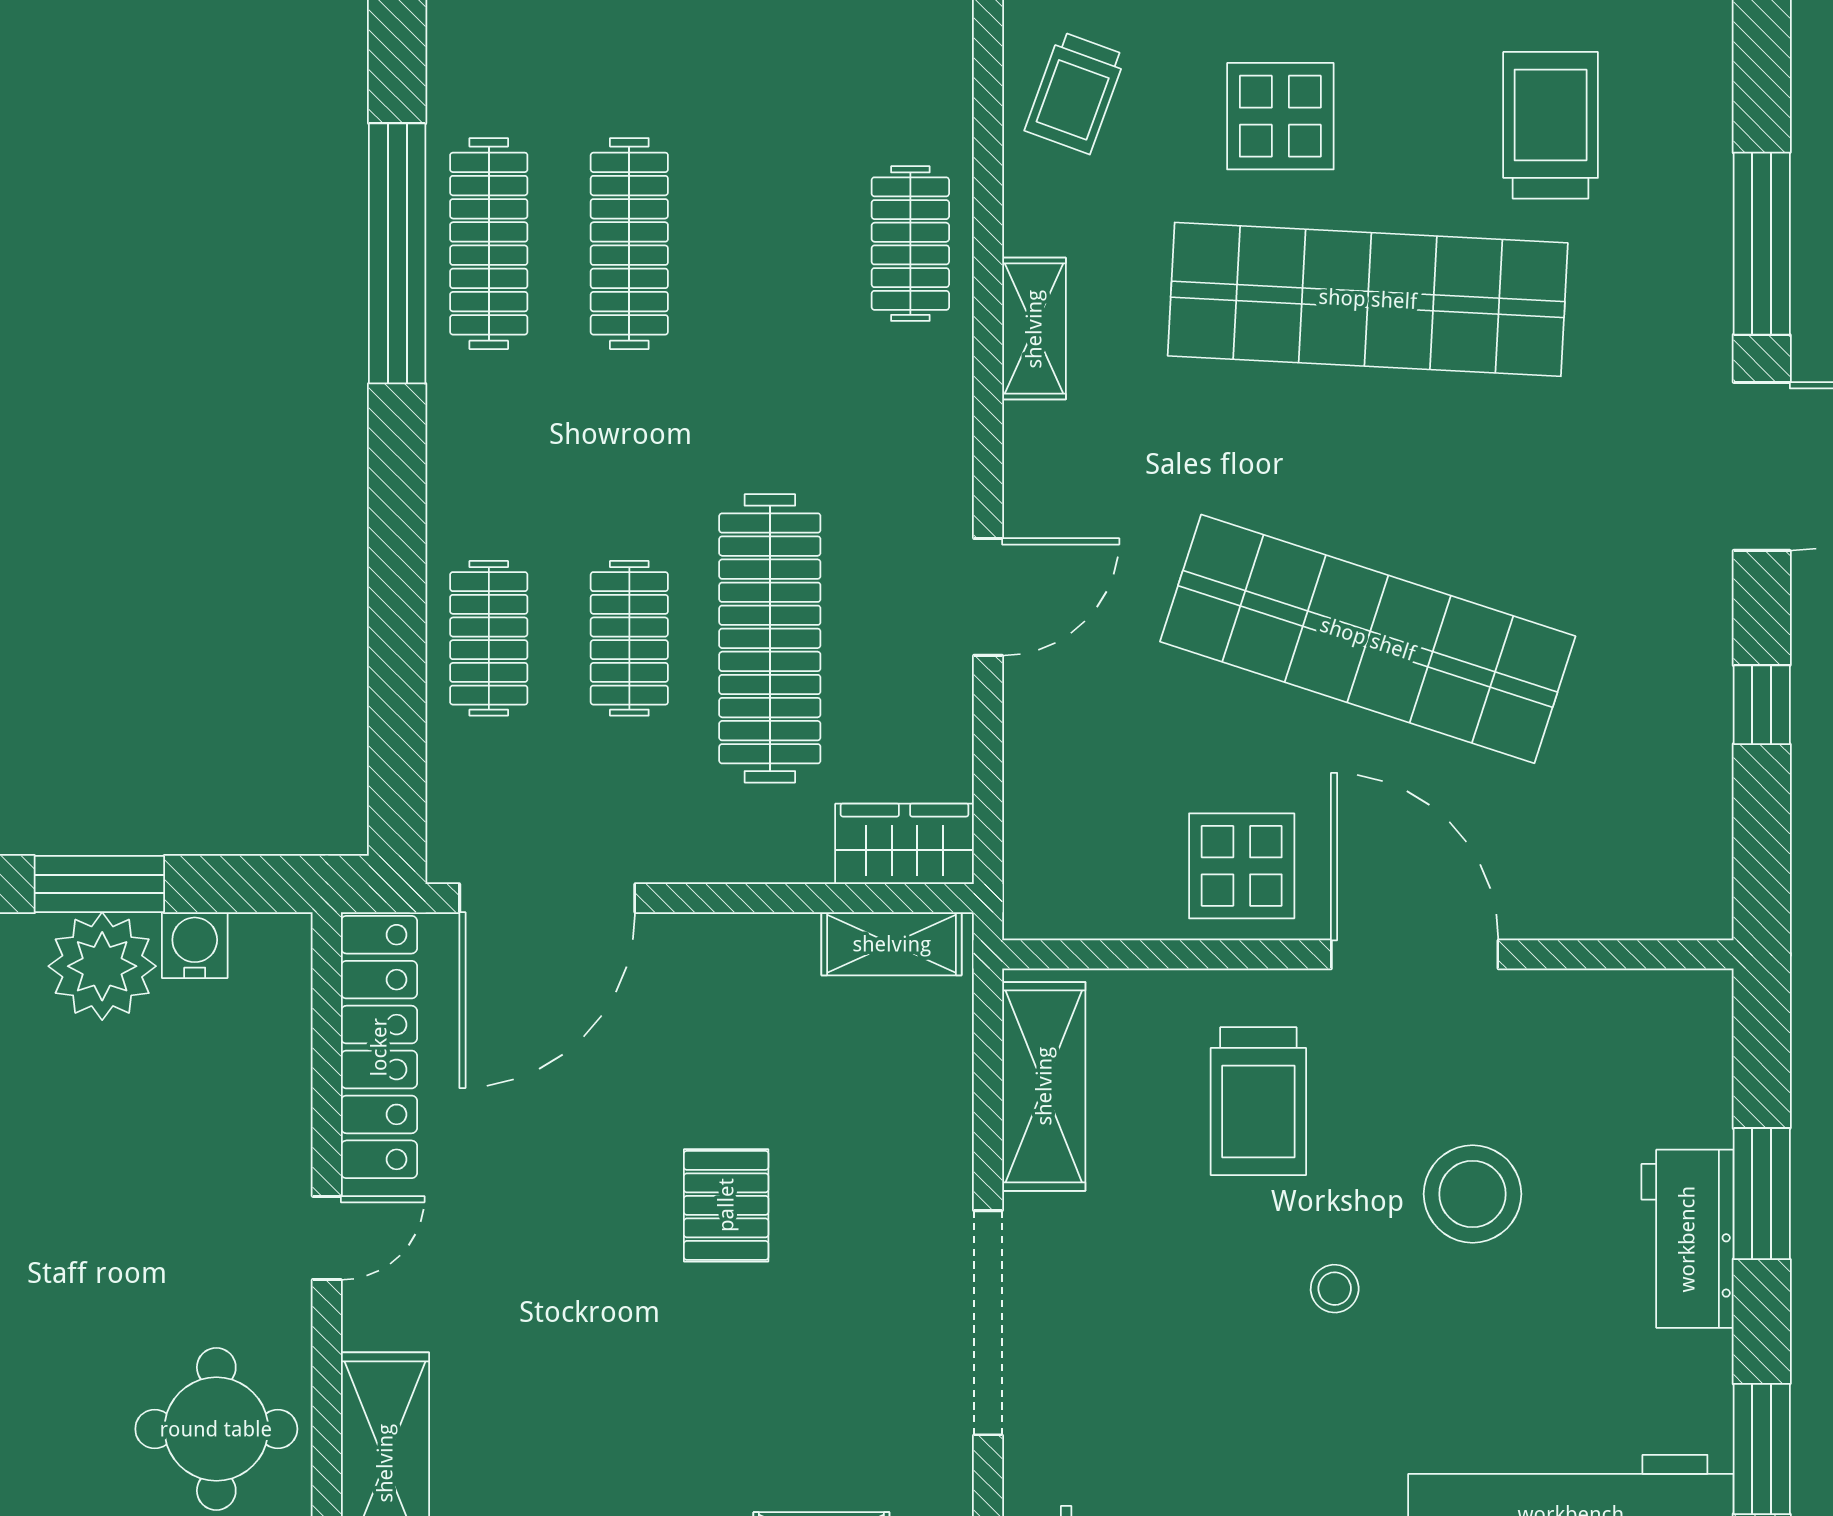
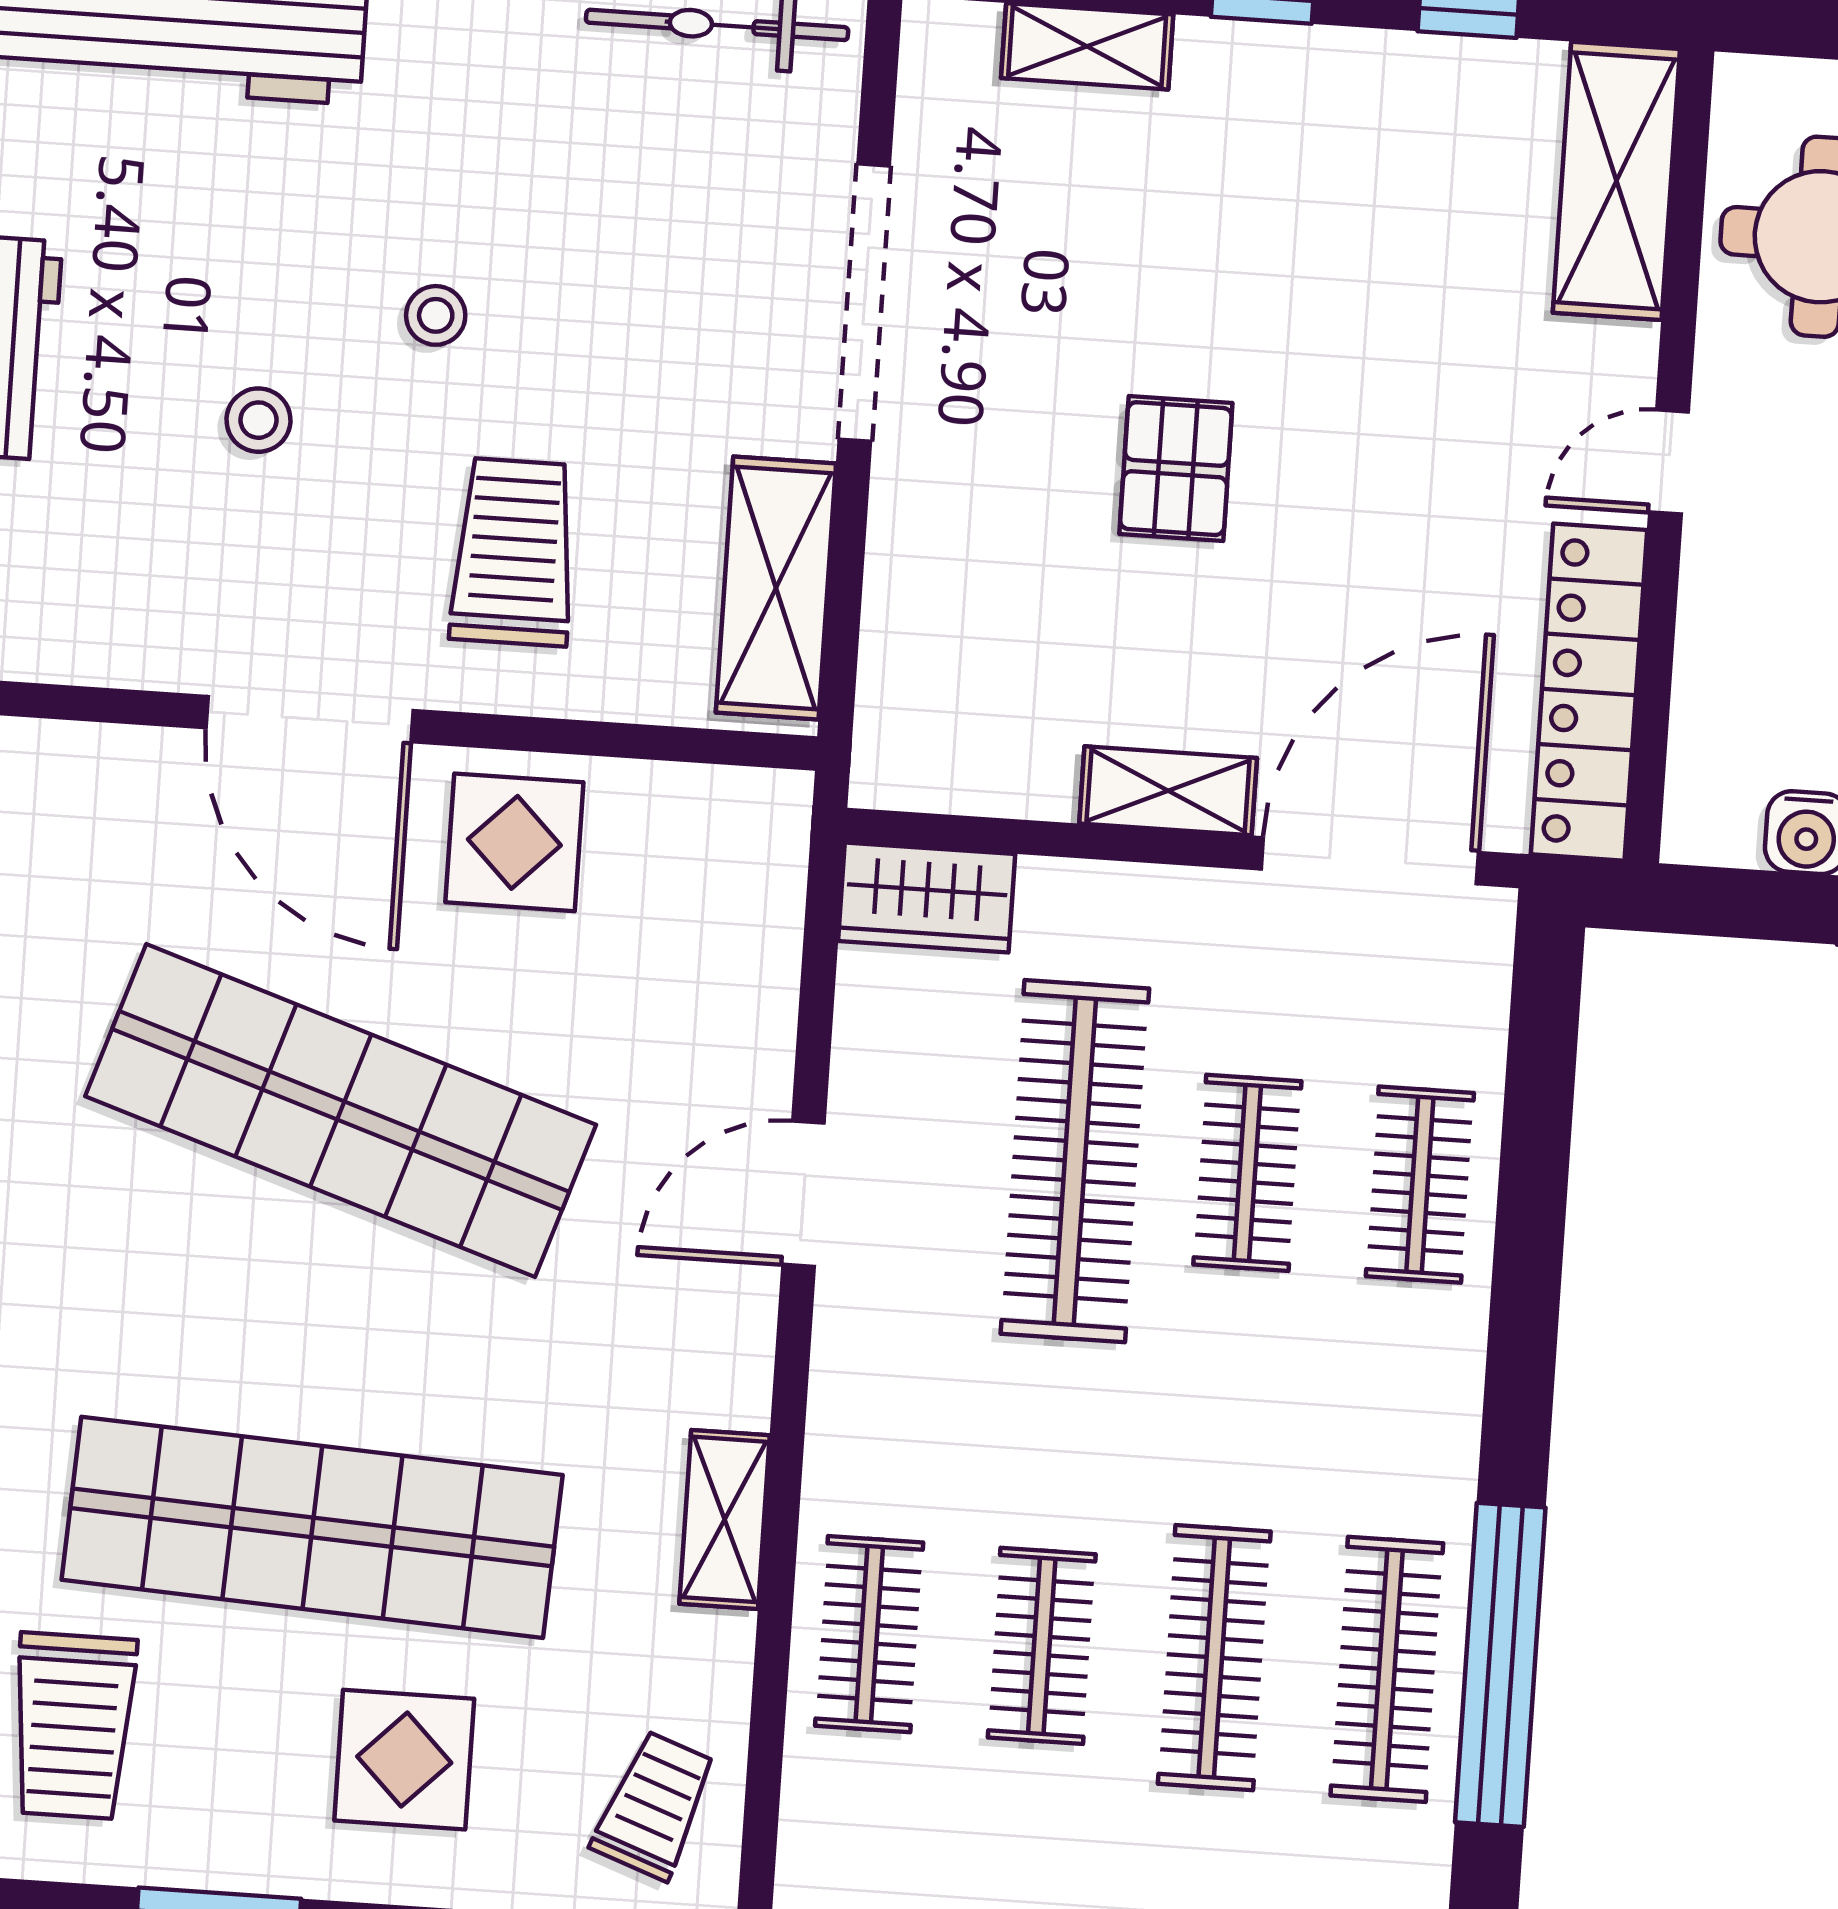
clothes rail: (770, 244) -> (1042, 1646), added
shelving: (892, 944) -> (1168, 791), moved
stool: (1473, 1194) -> (258, 420), width x0.53, depth x0.53

